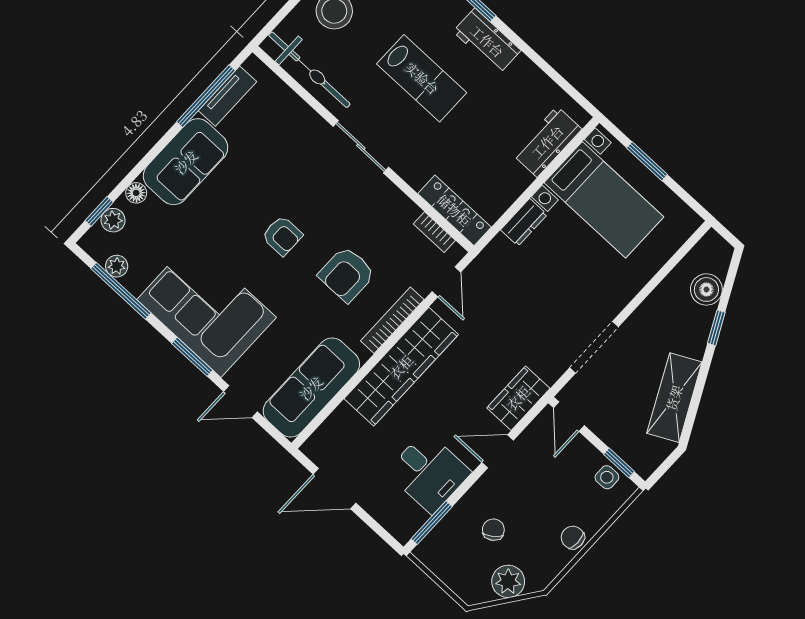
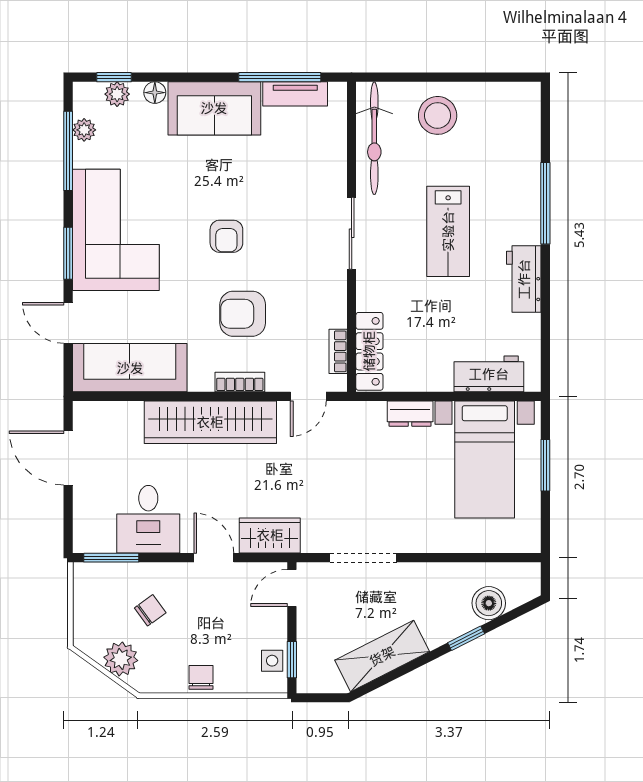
workbench: (487, 41) -> (524, 279), moved
bookcase: (392, 320) -> (240, 382), width x0.64

